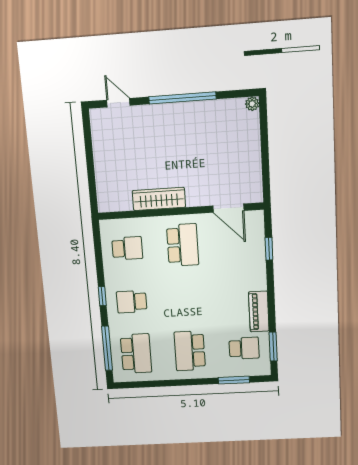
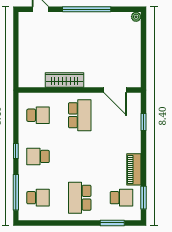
school desk: (136, 354) -> (38, 198), width x0.54

